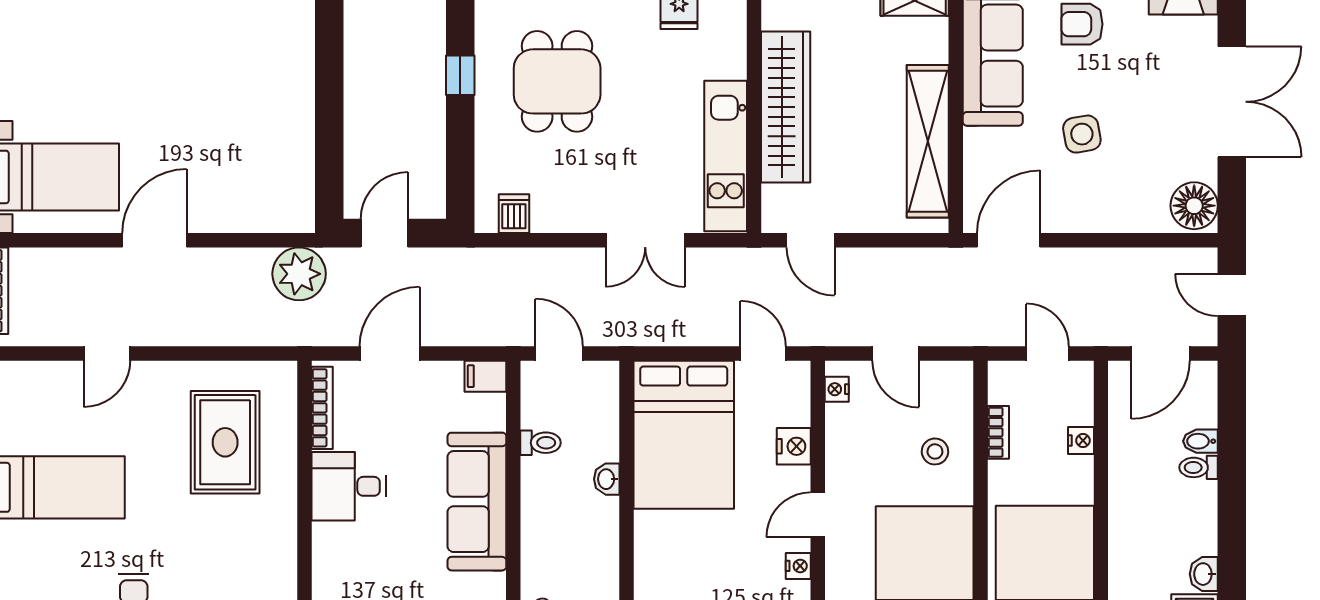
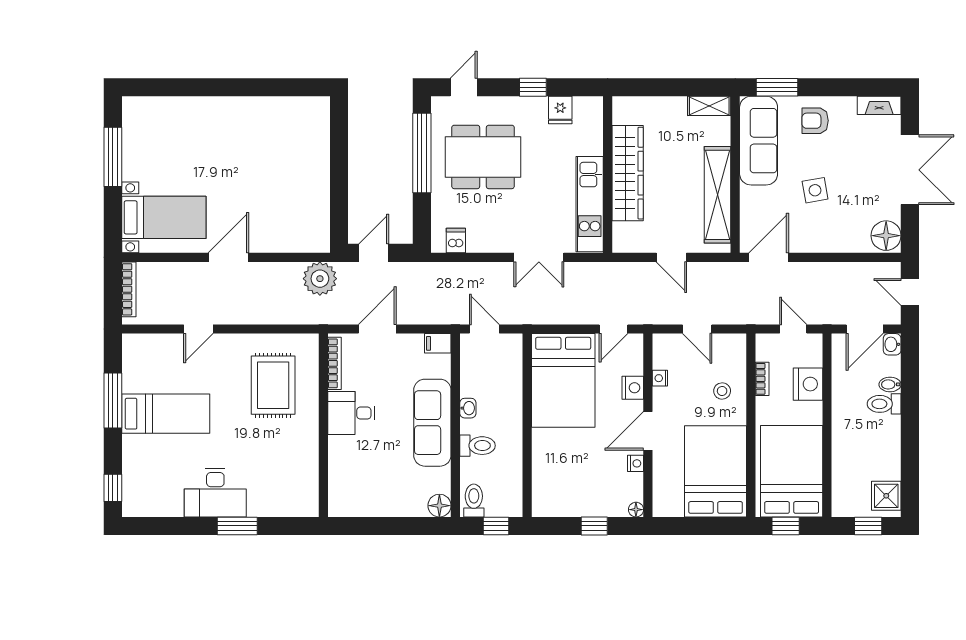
window: (460, 75) -> (422, 153), width x3.17
dining table: (557, 81) -> (483, 157), width x1.38
door: (811, 240) -> (671, 257), moved
door: (763, 353) -> (613, 329), swing flipped
nightstand: (837, 389) -> (660, 378), moved
nightstand: (1081, 440) -> (808, 384), width x1.89, depth x1.79
toilet: (541, 443) -> (478, 446), moved, width x1.37, depth x1.39
toilet: (1199, 467) -> (884, 404), width x1.37, depth x1.39
washbasin: (607, 479) -> (468, 408), moved, turned 180
door: (818, 515) -> (648, 431), width x1.38
washbasin: (1204, 574) -> (892, 344), moved

